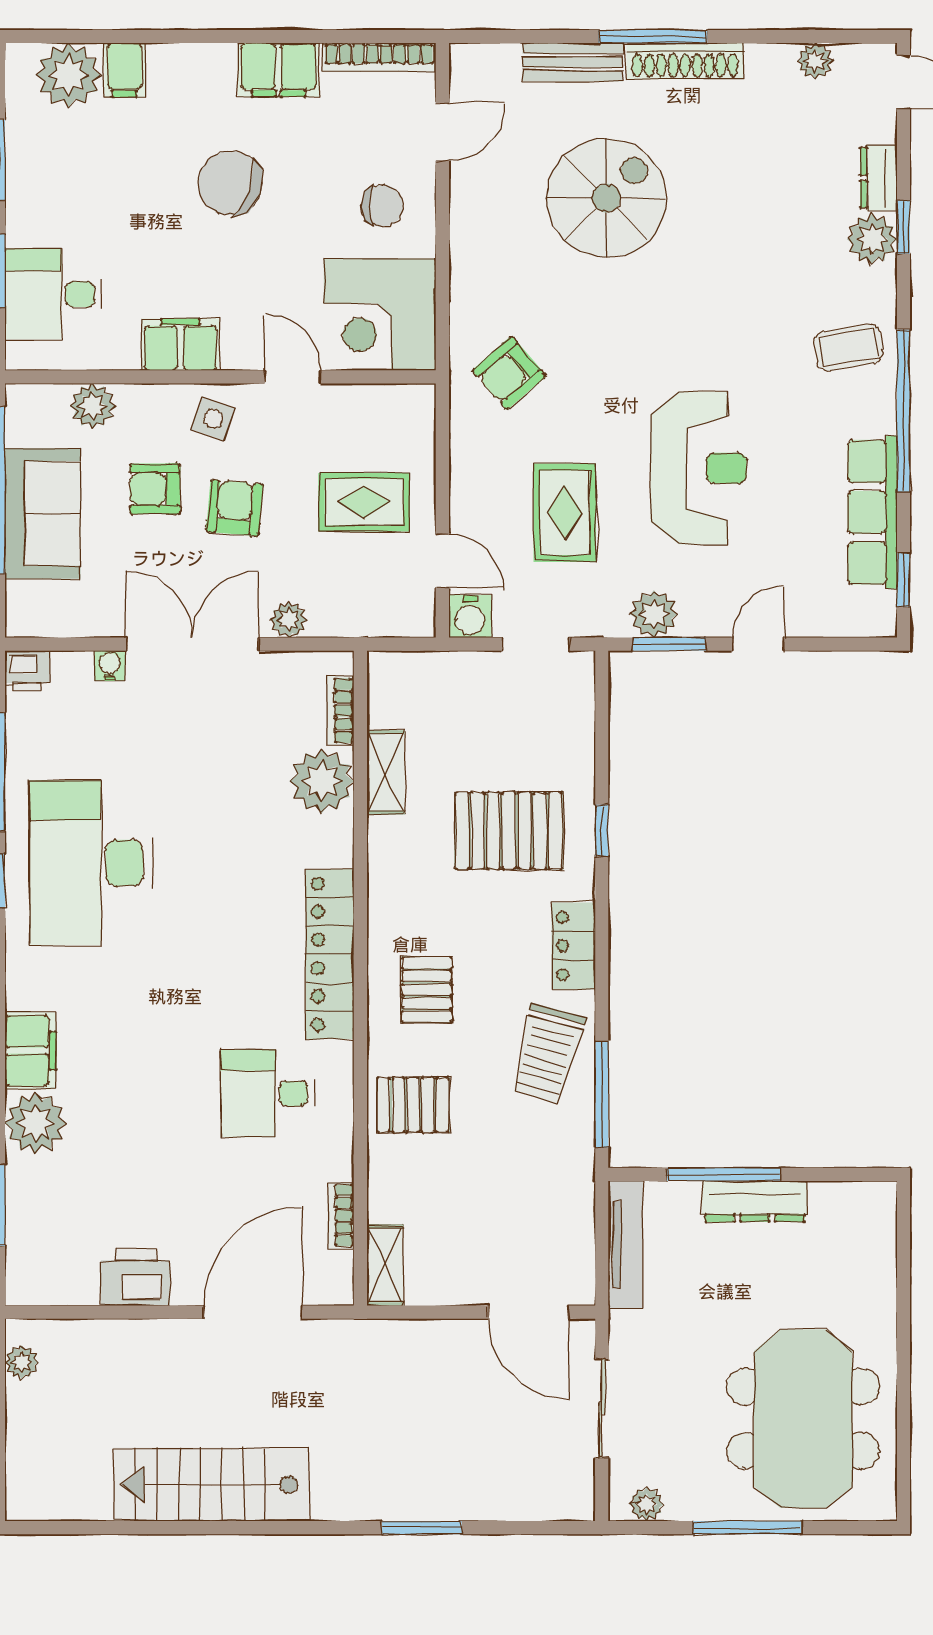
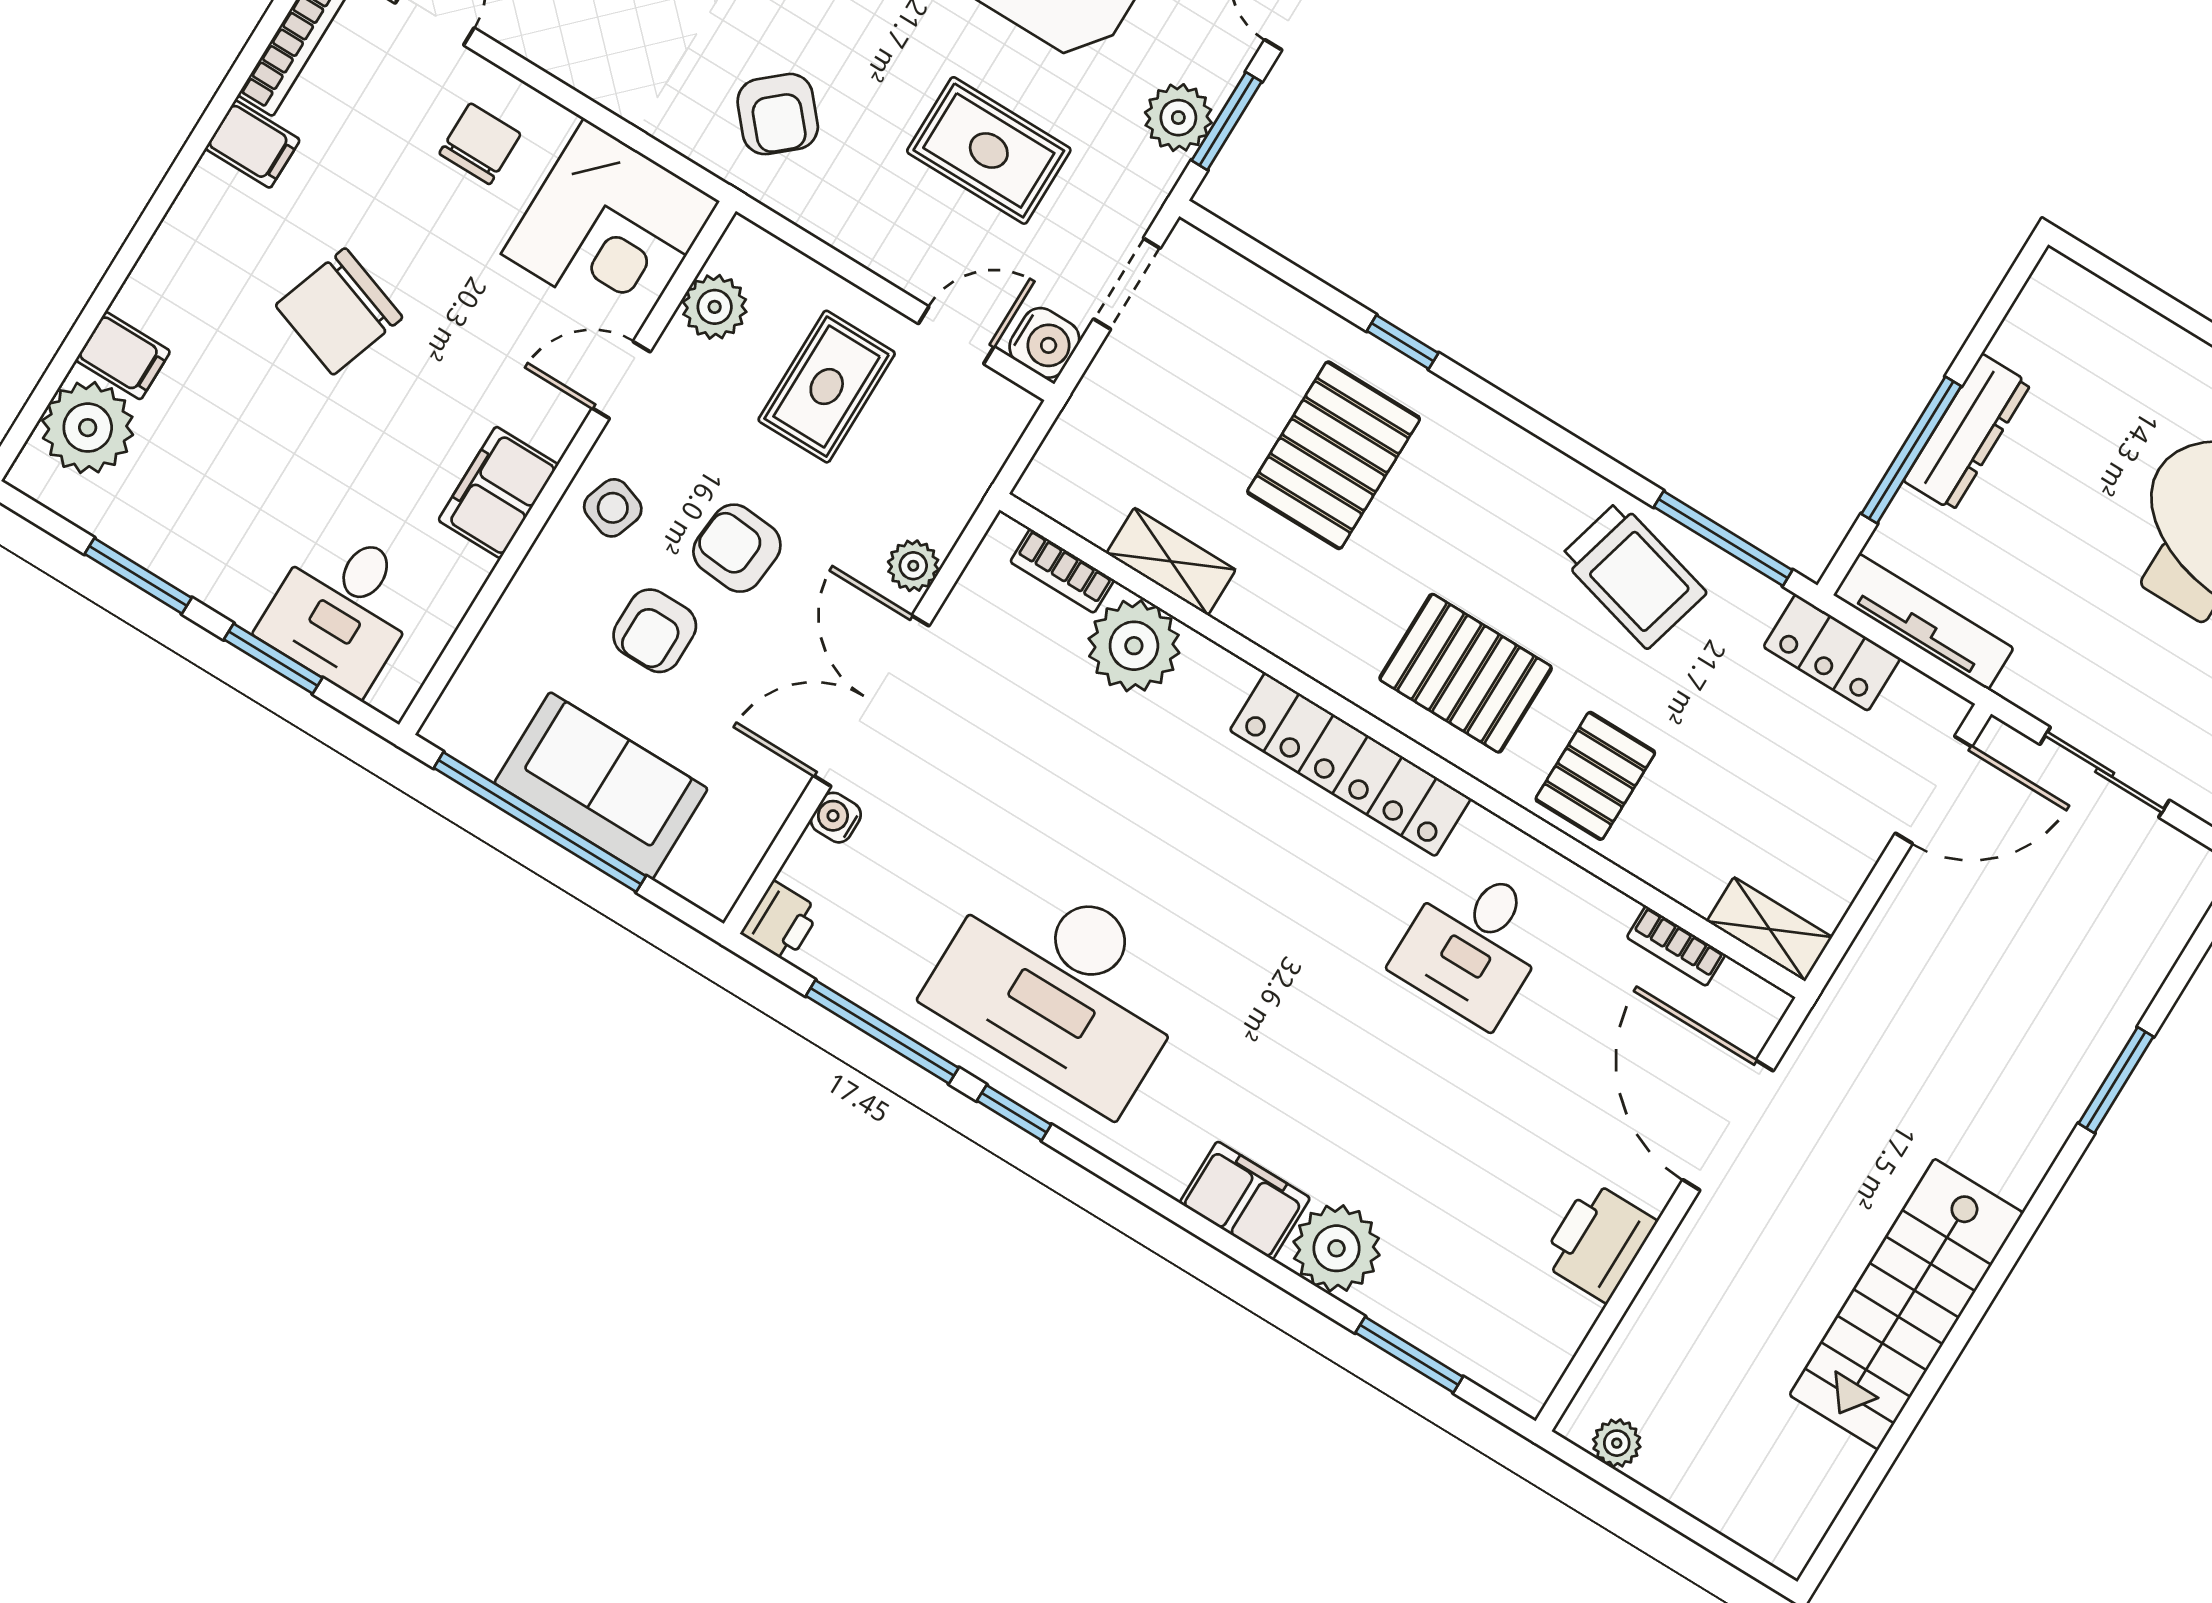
filing cabinet: (278, 70) -> (253, 144), width x0.50
plant: (93, 406) -> (715, 307), moved
locker: (573, 946) -> (1832, 652), moved
pallet: (427, 990) -> (1466, 673), width x1.50, depth x1.42

